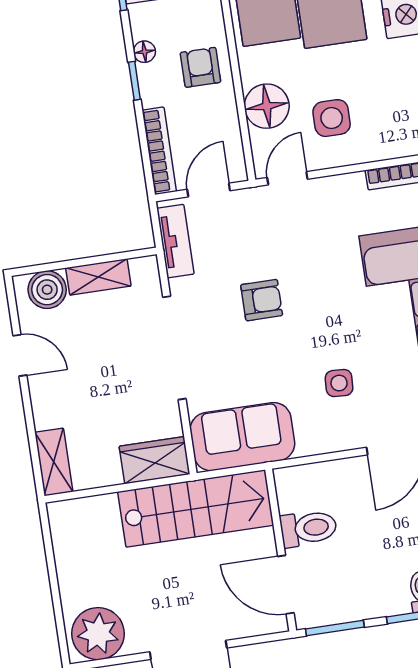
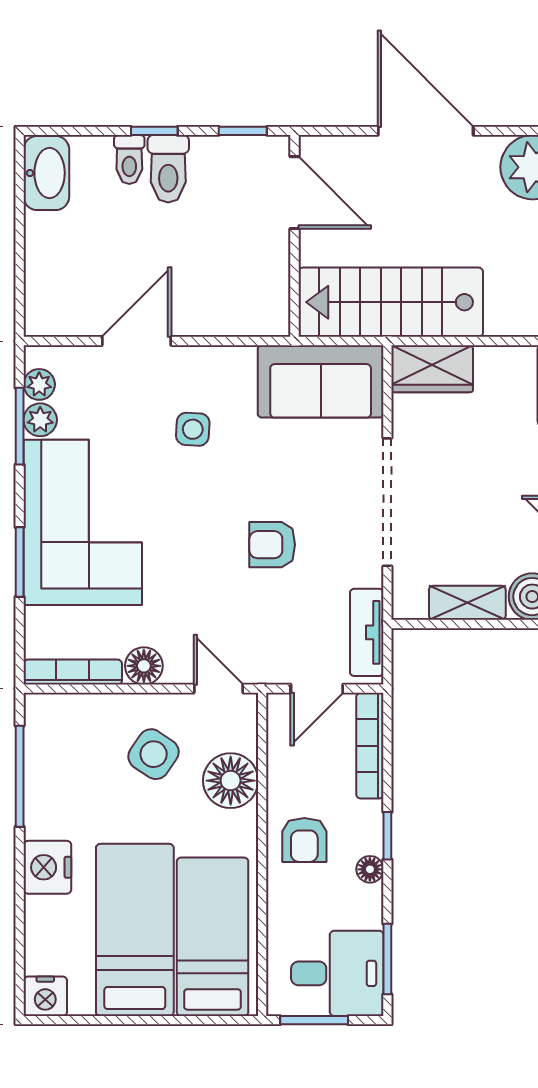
side table: (332, 118) -> (154, 754), turned 34
door: (287, 178) -> (219, 689), swing flipped
floor lamp: (350, 188) -> (144, 666), added
toilet: (308, 528) -> (168, 169), moved, turned -90
window: (335, 628) -> (243, 131), width x0.67

